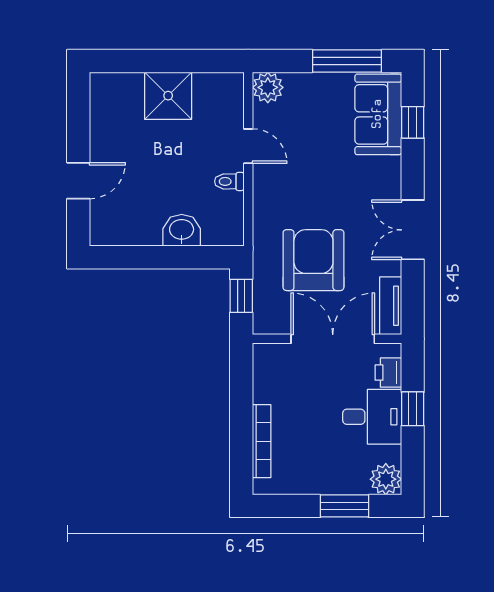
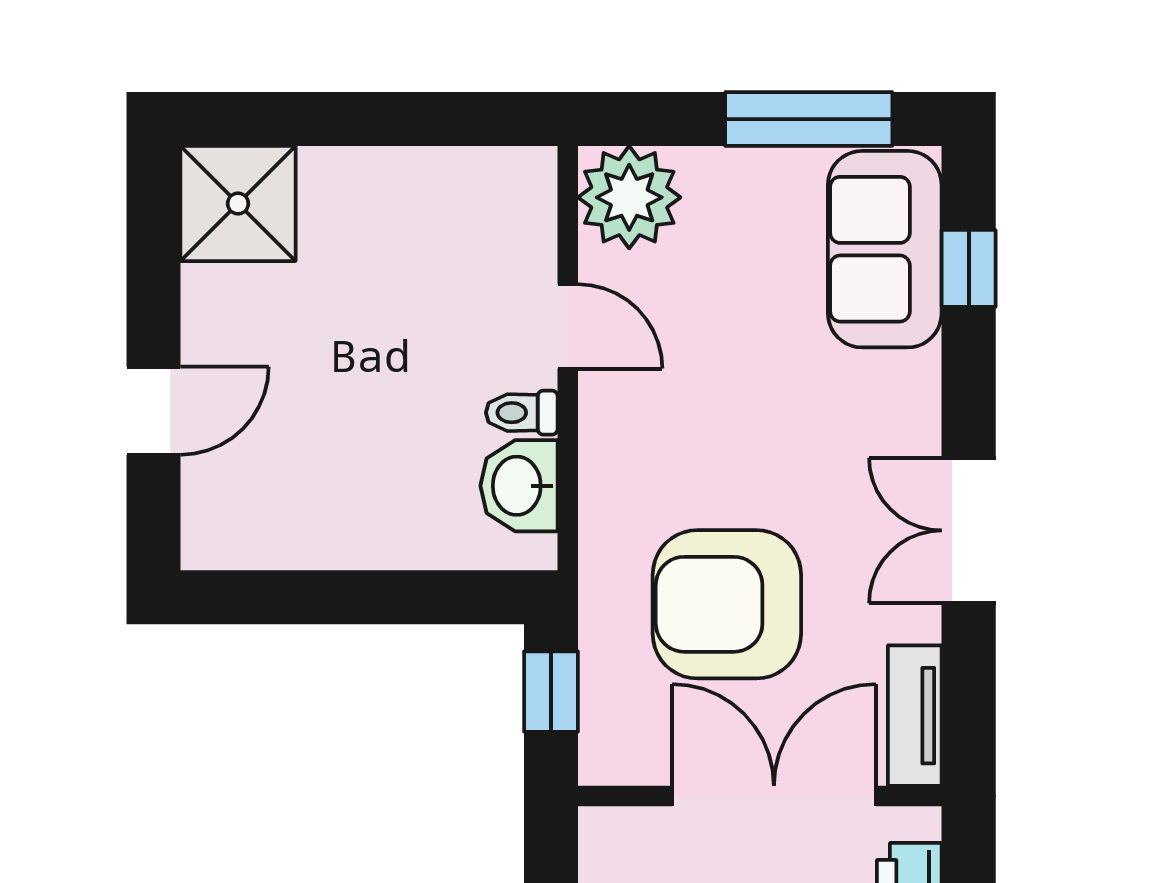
plant: (268, 87) -> (629, 197), width x1.36, depth x1.36
shower: (168, 96) -> (238, 204), moved
washbasin: (182, 230) -> (519, 486), moved, turned -90
armchair: (313, 260) -> (727, 604), turned -90

